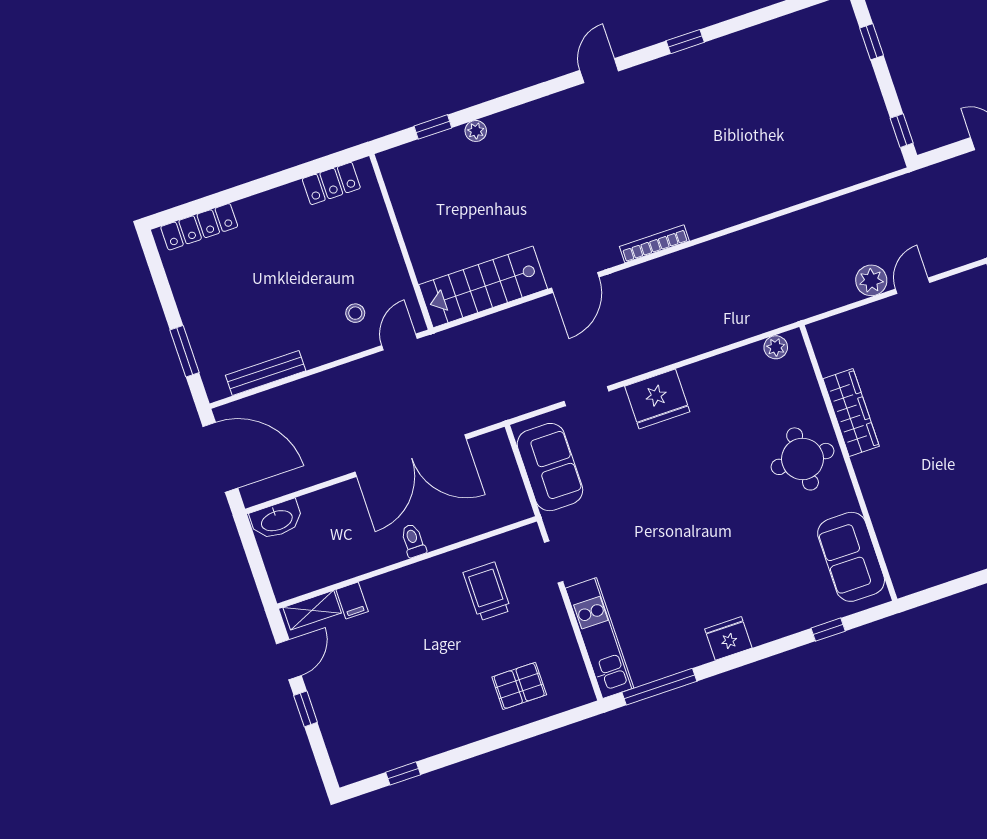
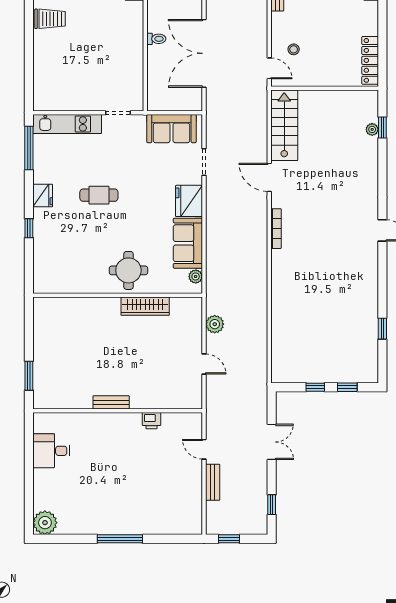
window: (685, 42) -> (382, 329), moved
plant: (476, 131) -> (372, 129), moved
window: (902, 131) -> (315, 387), moved
locker: (331, 183) -> (370, 60), width x1.53
plant: (871, 280) -> (215, 324), moved
cafe table: (697, 548) -> (99, 195), added
sofa: (851, 557) -> (188, 243), moved, turned -90
trolley: (487, 591) -> (50, 19), moved
window: (828, 630) -> (29, 228), moved
pallet: (519, 686) -> (56, 70), removed

